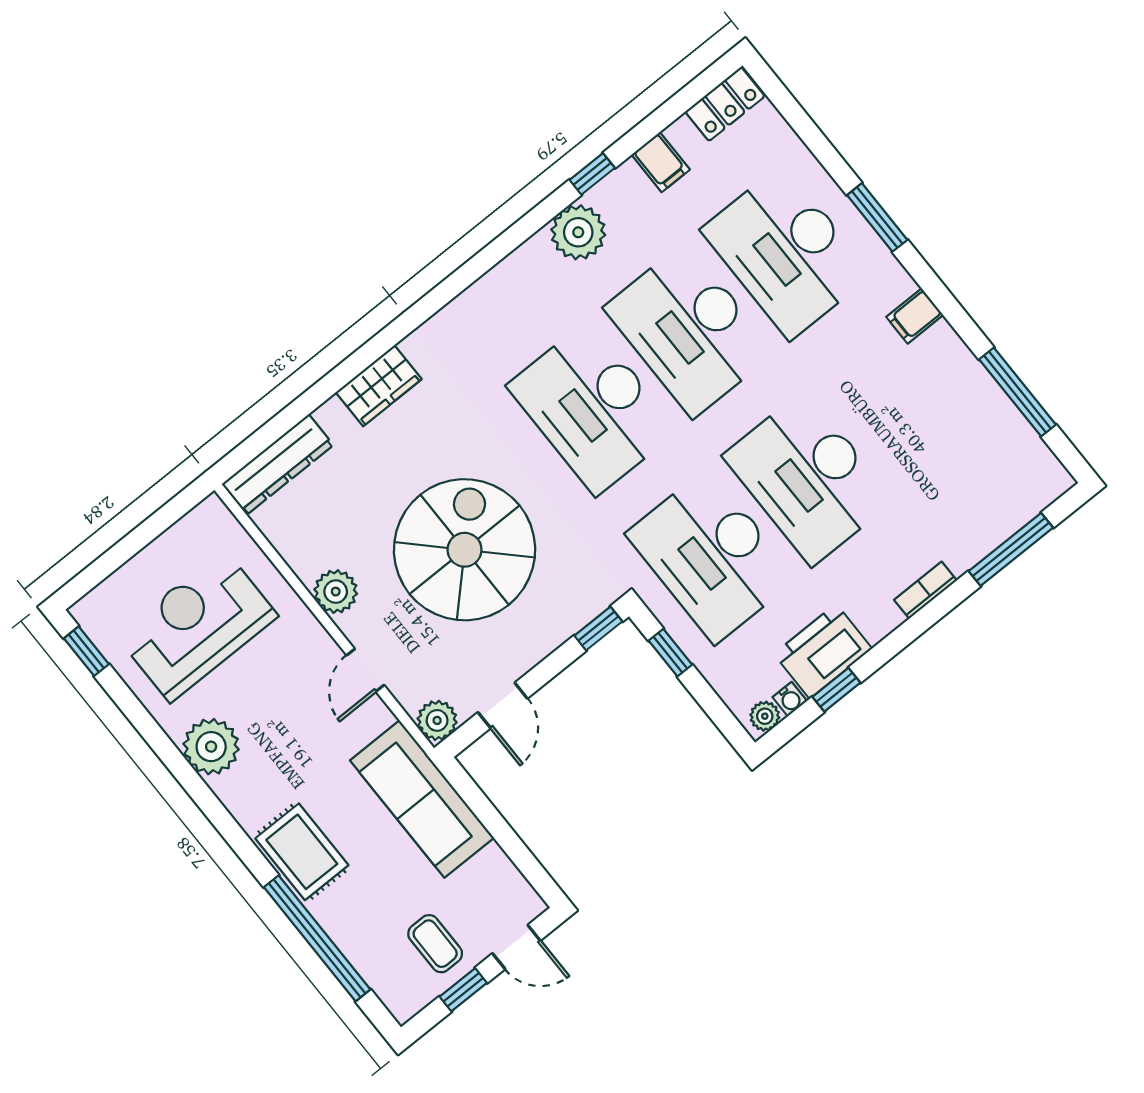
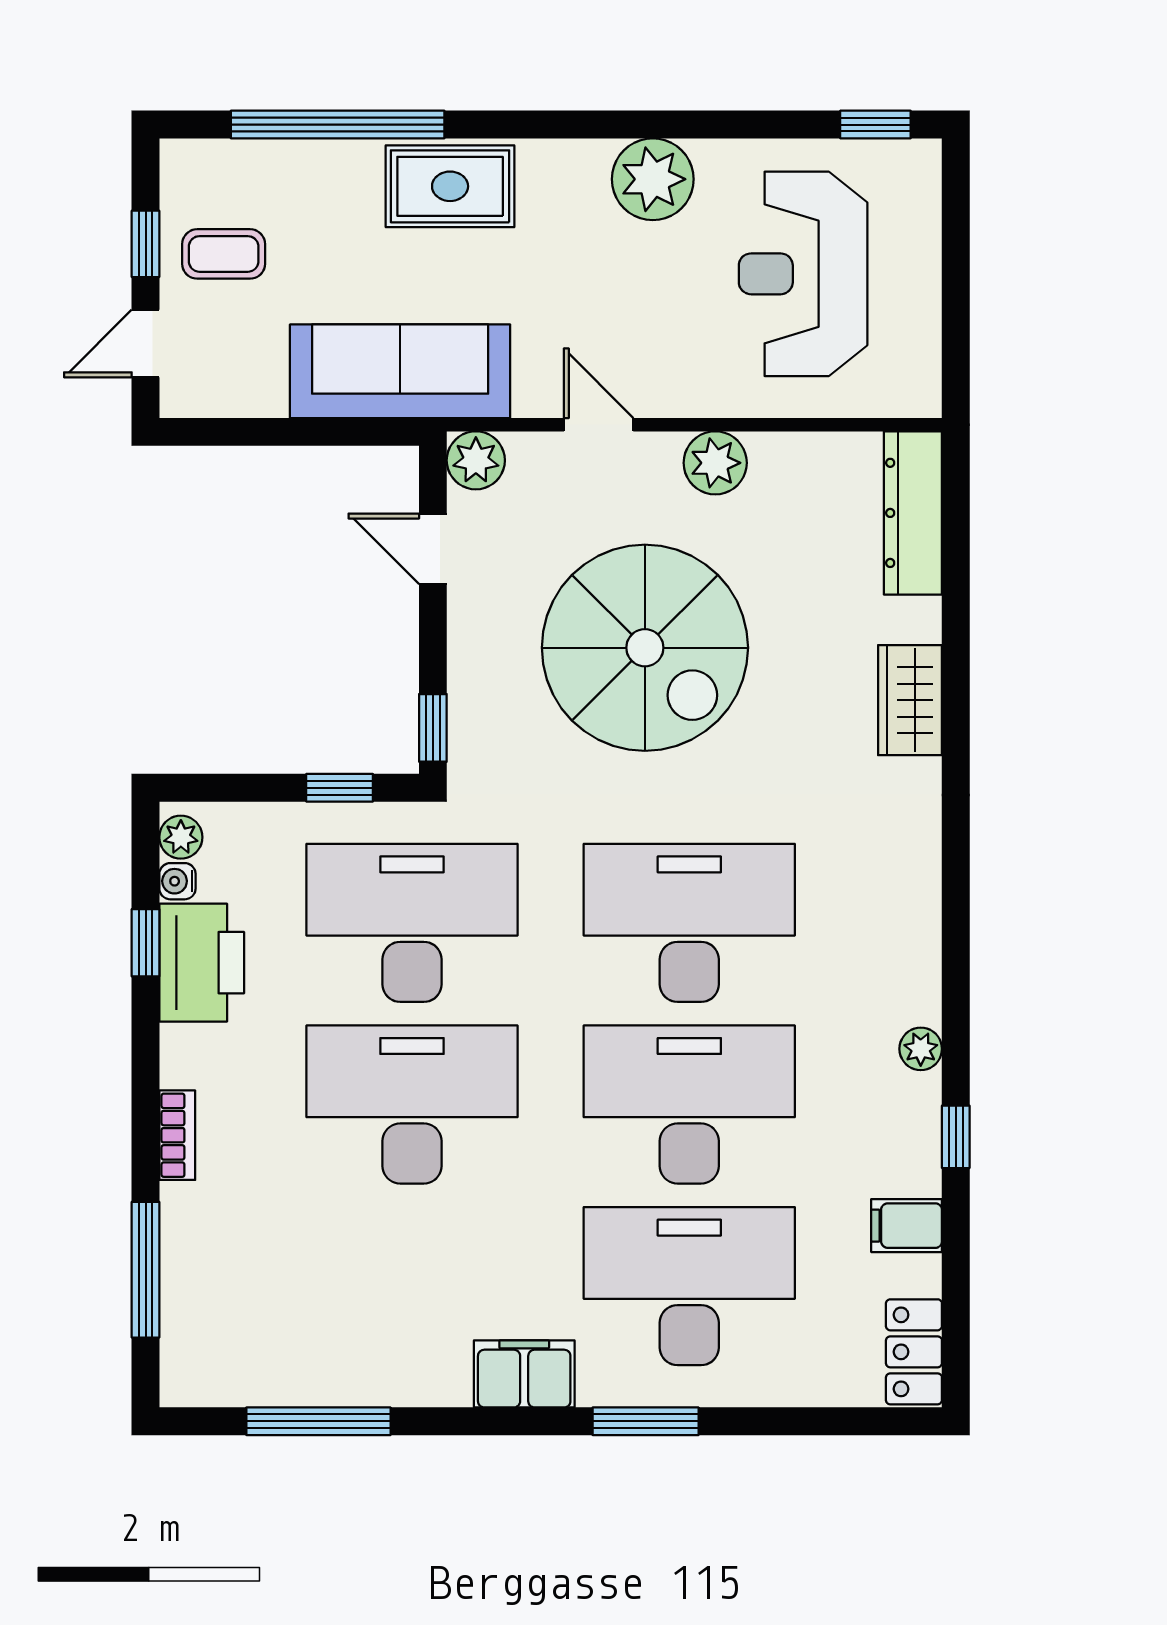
plant: (578, 232) -> (921, 1049), width x0.53, depth x0.53
filing cabinet: (915, 316) -> (524, 1374), width x2.00
reception desk: (197, 626) -> (803, 274), turned 180

